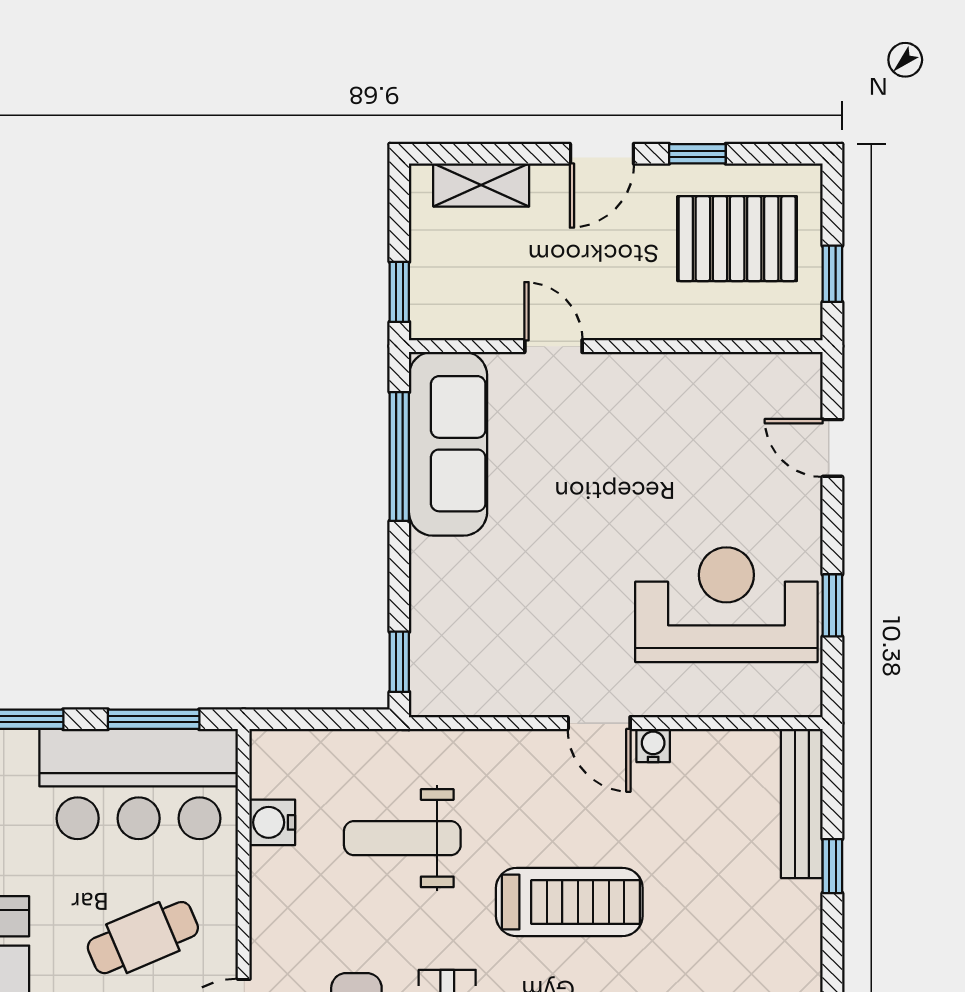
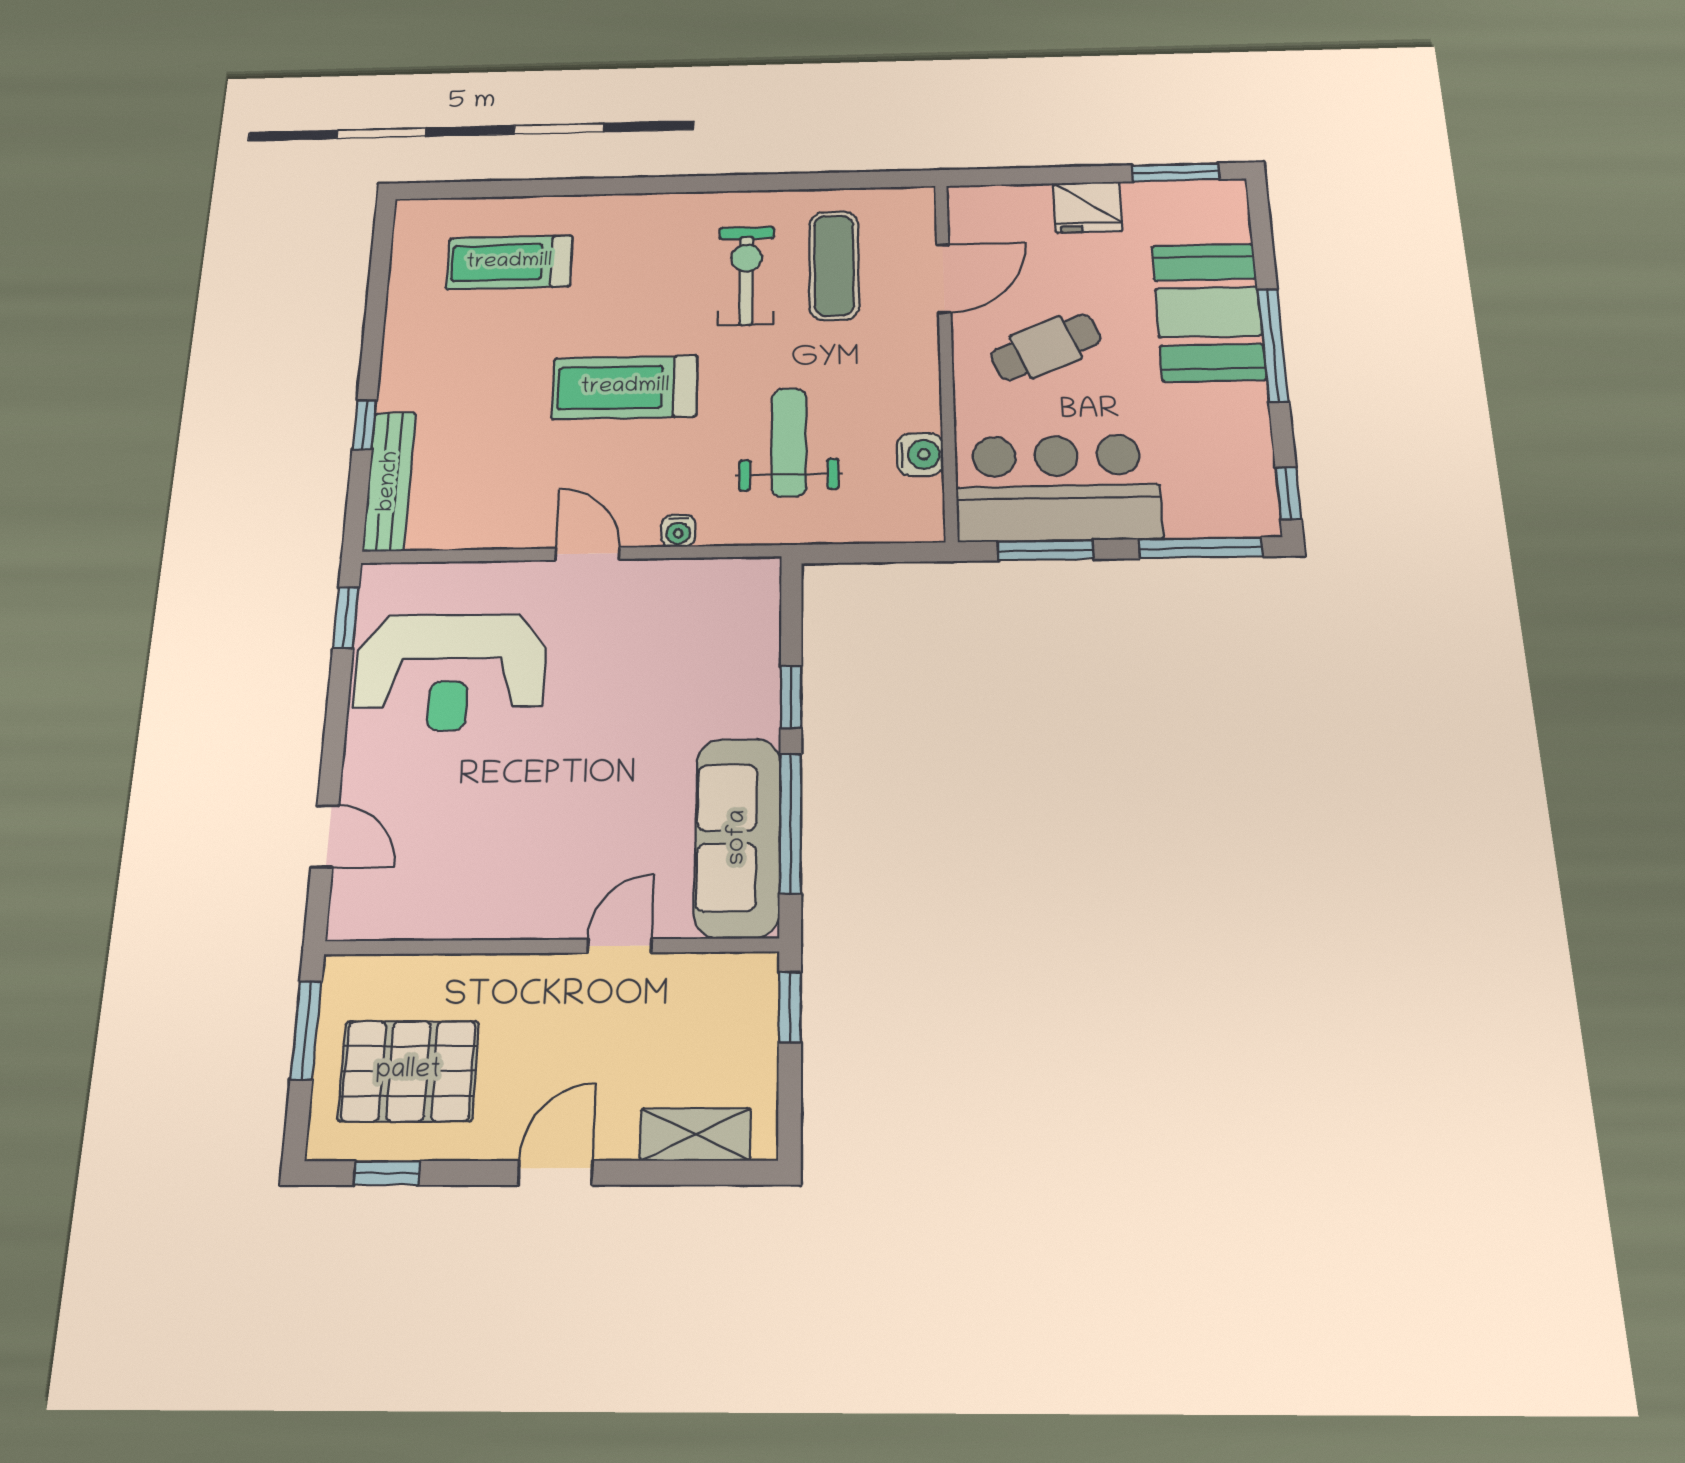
window: (697, 154) -> (387, 1173), moved
window: (832, 274) -> (306, 1030), width x1.50
door: (553, 346) -> (619, 946), swing flipped
window: (832, 605) -> (346, 618), moved
window: (399, 662) -> (791, 697), moved
water cooler: (653, 746) -> (678, 531), moved
weight bench: (402, 838) -> (789, 442), turned -90

